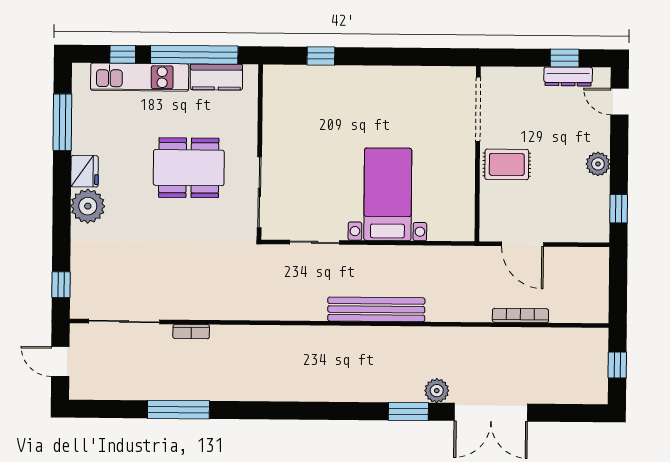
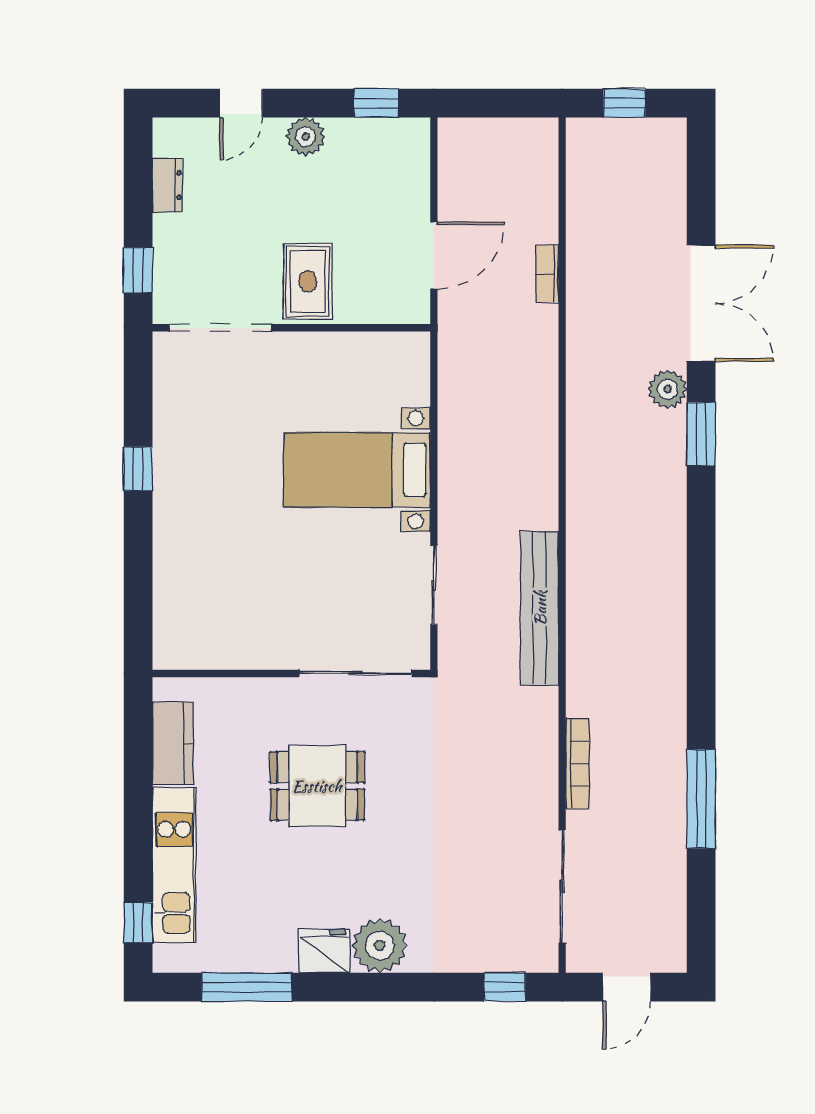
window: (123, 54) -> (138, 922), moved
window: (194, 55) -> (138, 779), removed
window: (321, 56) -> (138, 469), moved
window: (565, 58) -> (138, 270), moved
dresser: (568, 76) -> (167, 185), width x0.70
door: (620, 102) -> (241, 103), moved
dining table: (189, 168) -> (317, 786), width x0.73
bench: (376, 309) -> (540, 608), moved
bookcase: (520, 316) -> (547, 273), width x0.64
bookcase: (191, 332) -> (577, 764), width x1.56

